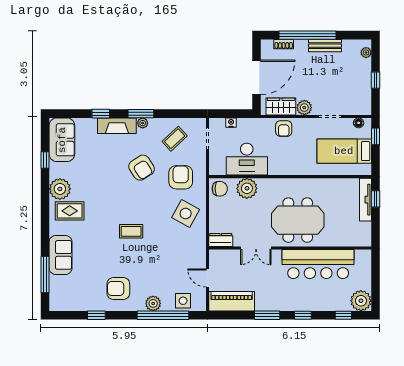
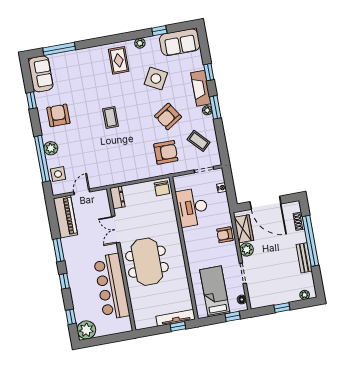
plant: (247, 188) -> (167, 212), removed
plant: (60, 189) -> (140, 43), width x0.53, depth x0.53
side table: (186, 214) -> (156, 79), moved
sofa: (61, 255) -> (41, 74), moved, turned -90

